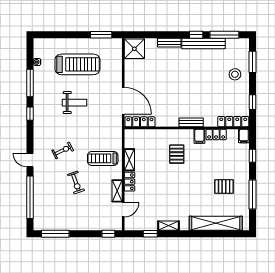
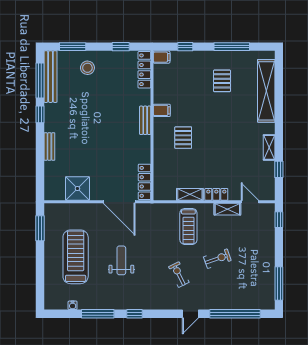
bench: (203, 44) -> (51, 77), moved
shower: (134, 49) -> (77, 189), moved
door: (123, 101) -> (119, 202), swing flipped
locker: (216, 135) -> (160, 90), removed
pallet: (177, 154) -> (183, 138), turned 90

